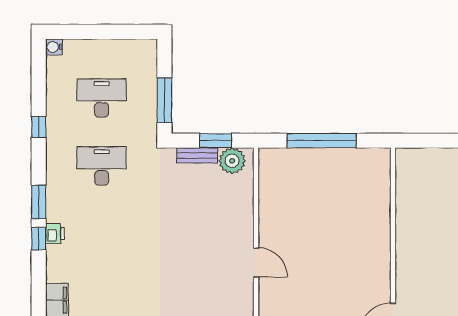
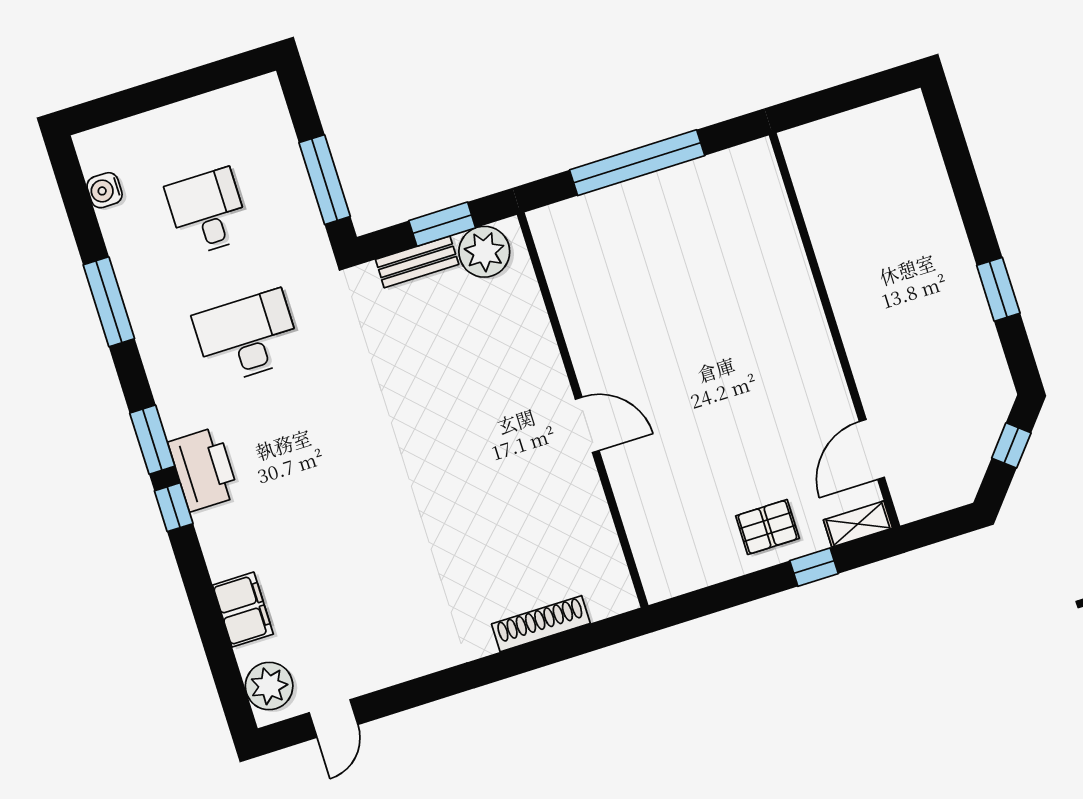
water cooler: (54, 47) -> (105, 190), moved
desk: (102, 98) -> (208, 212), width x0.73
window: (39, 127) -> (109, 302), width x2.17
printer: (55, 233) -> (204, 469), width x1.87, depth x1.48

